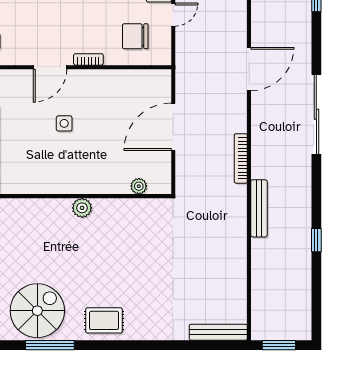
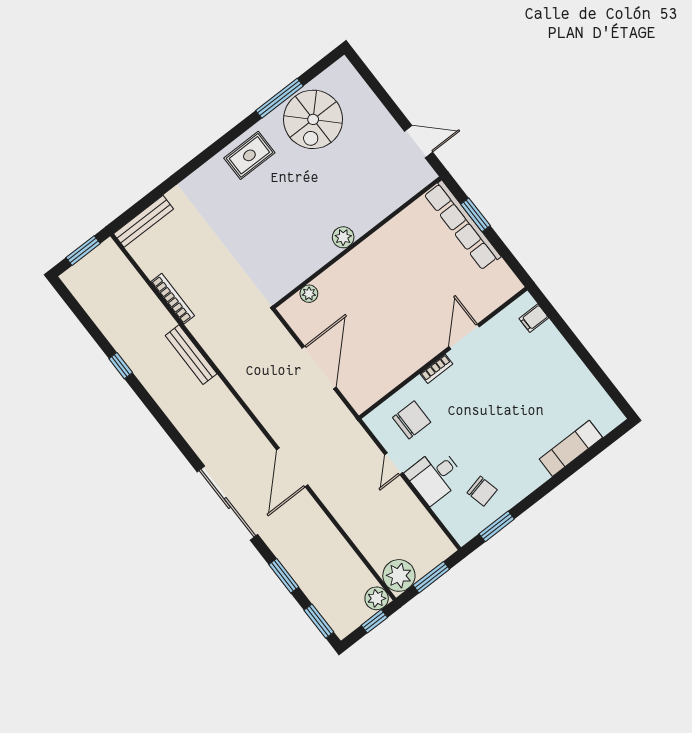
sliding door: (316, 114) -> (227, 503), moved
side table: (64, 123) -> (415, 298), removed
bookcase: (241, 158) -> (173, 299), moved

